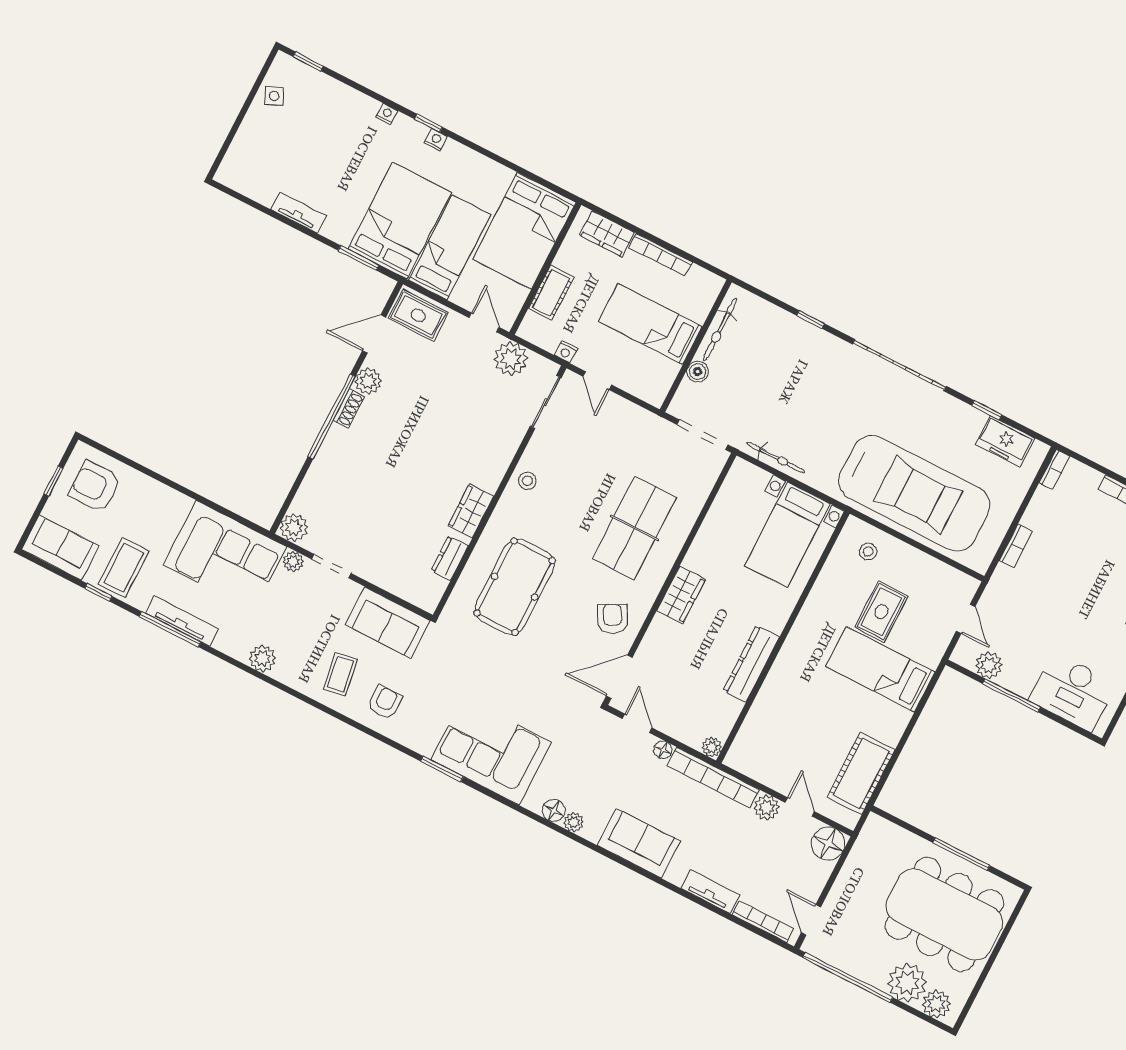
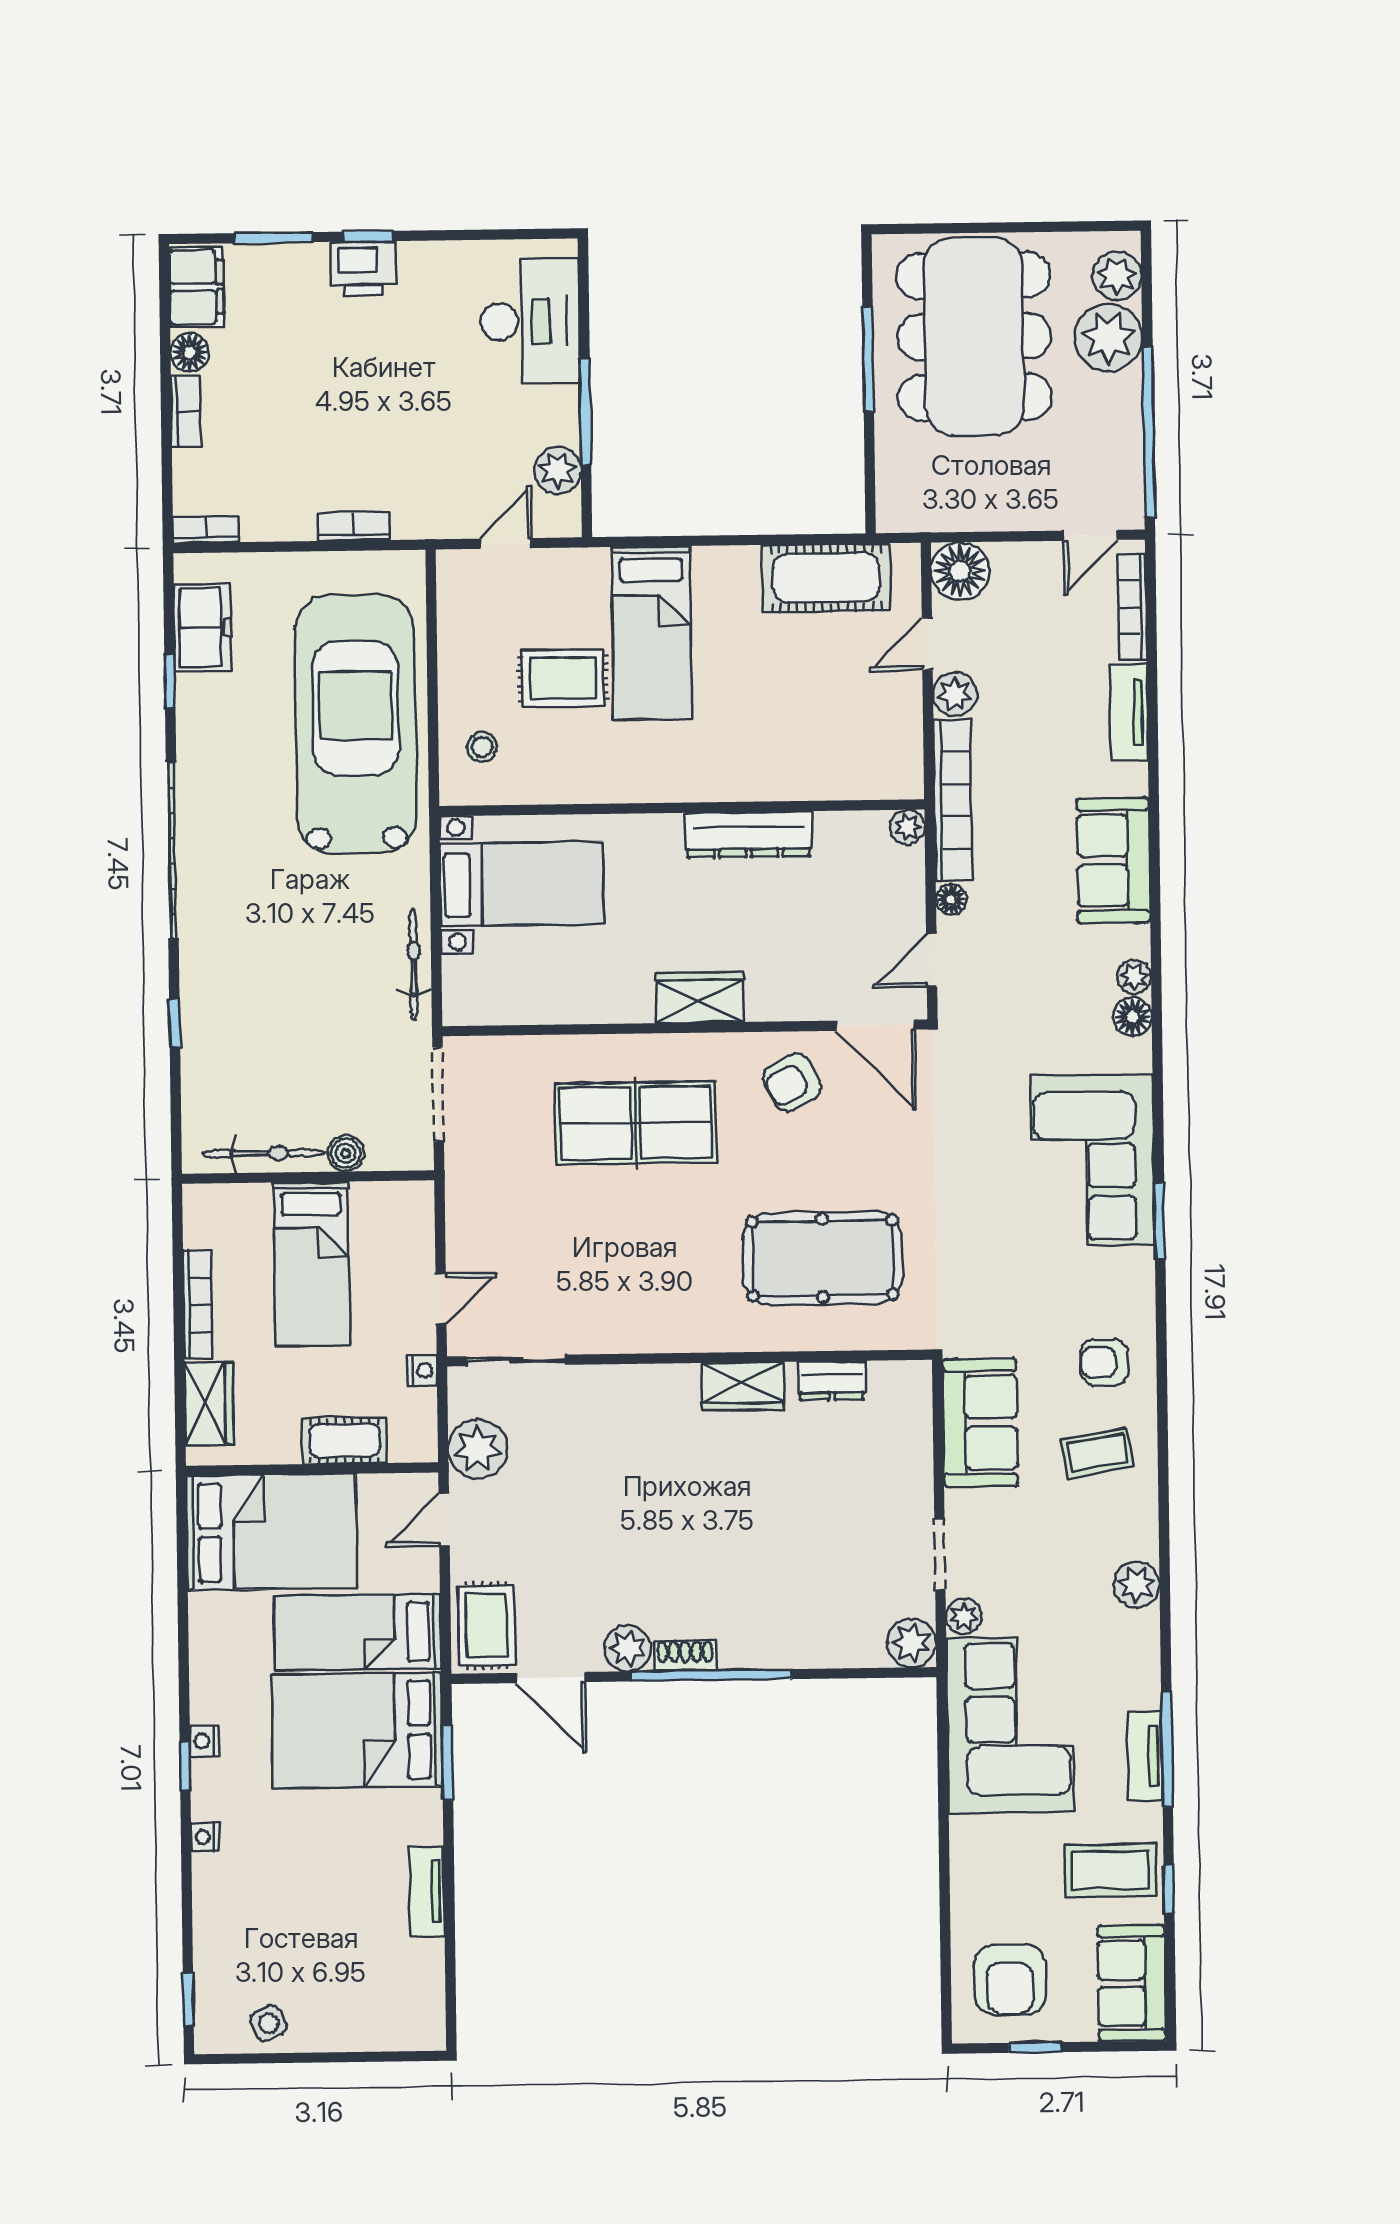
stool: (527, 481) -> (650, 1324), removed
tv unit: (182, 621) -> (1145, 1756), width x0.71

